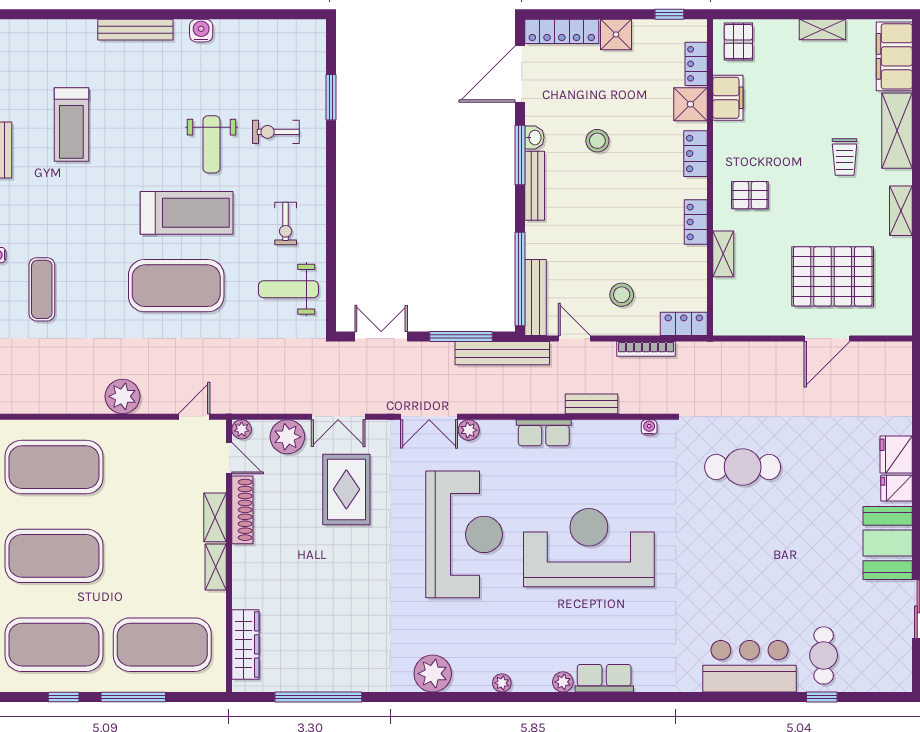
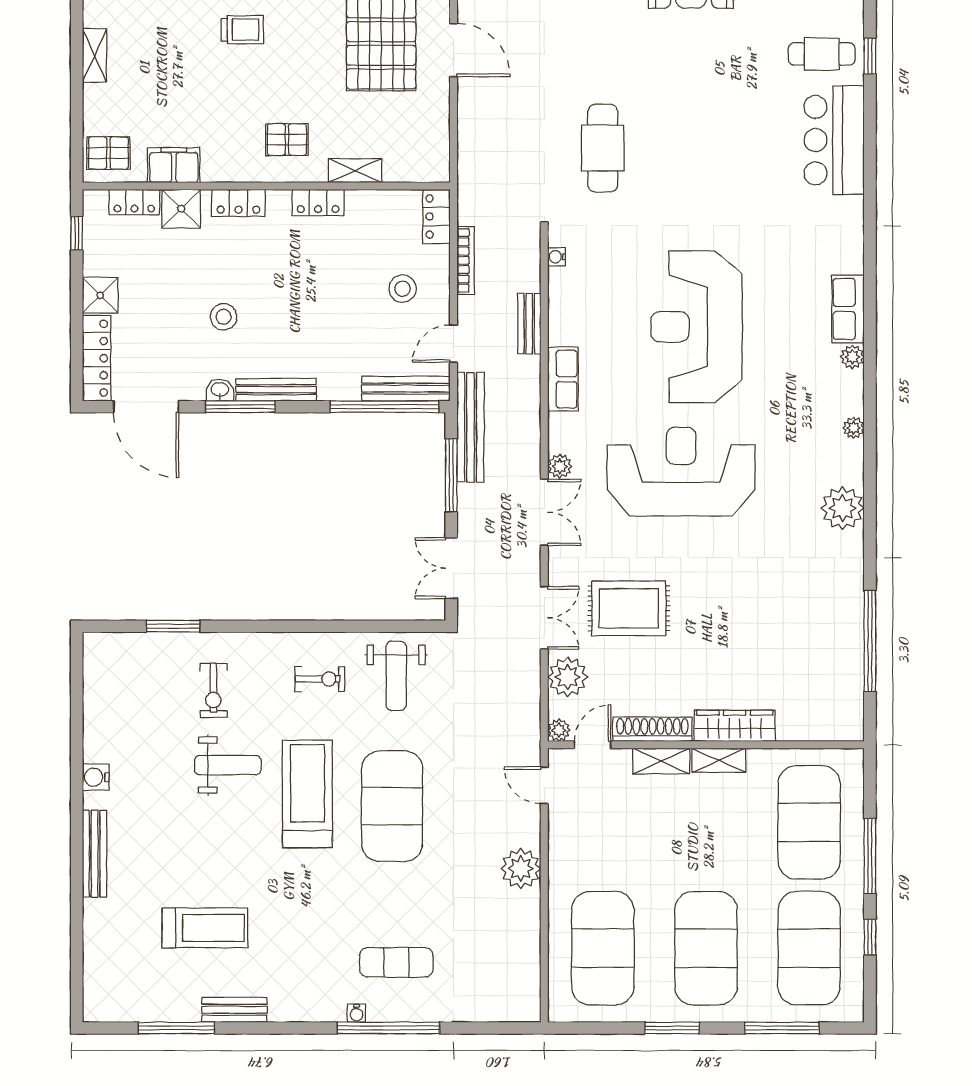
pallet: (750, 195) -> (287, 140), turned 90
wardrobe: (245, 644) -> (735, 726), moved

